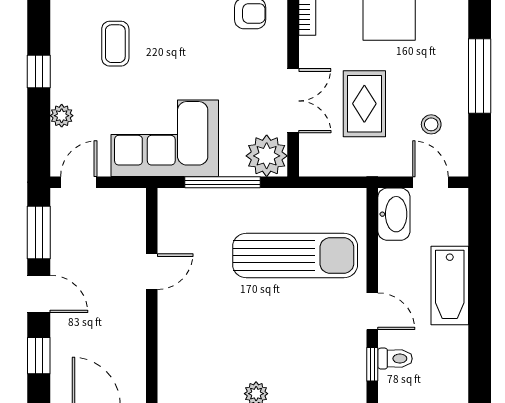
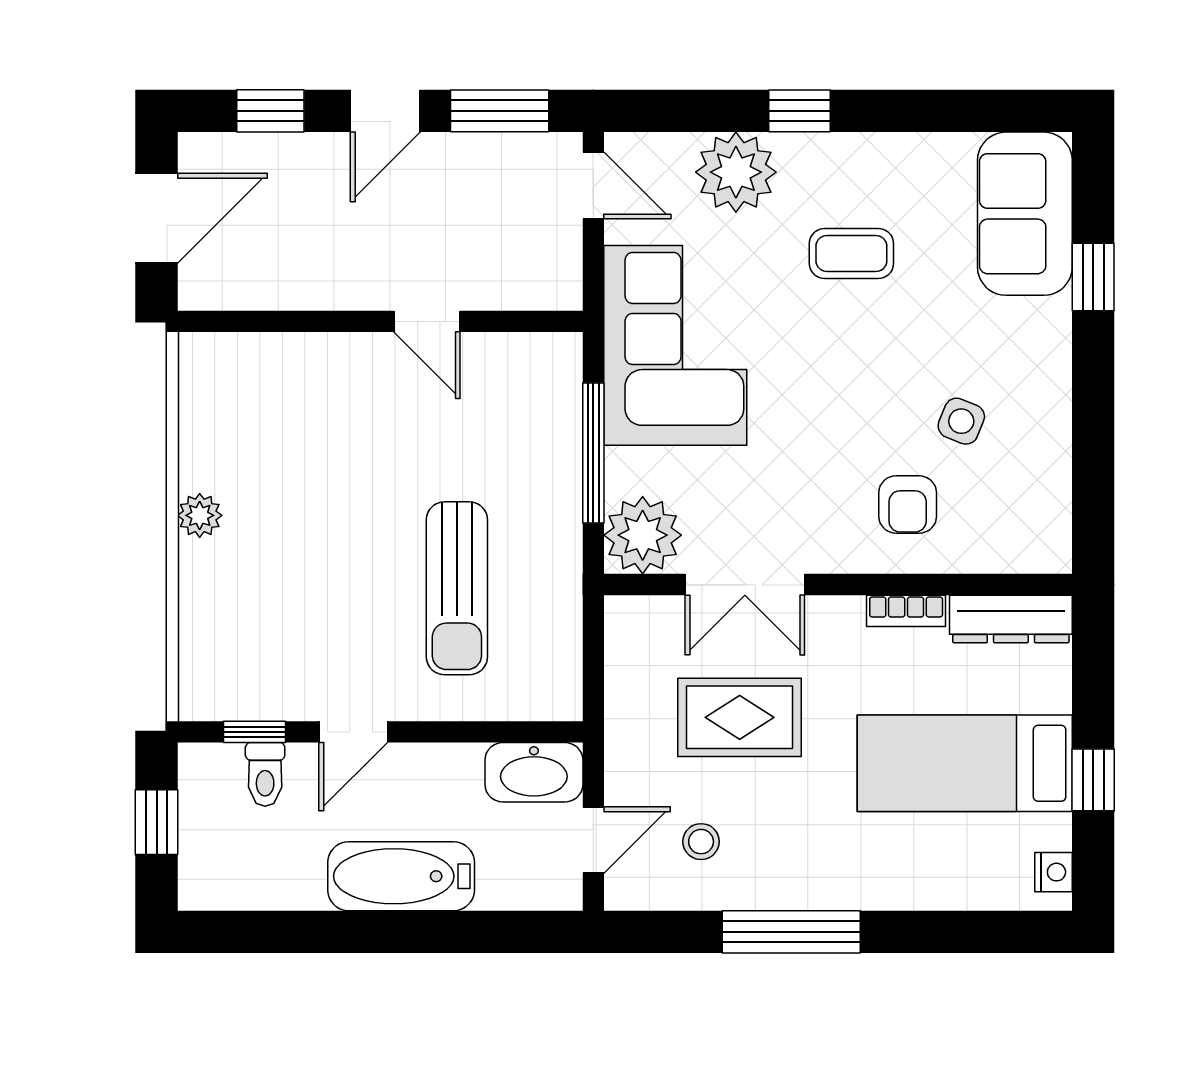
plant: (62, 116) -> (736, 172), width x1.87, depth x1.87
sun lounger: (295, 255) -> (457, 588), width x0.73, depth x0.75

